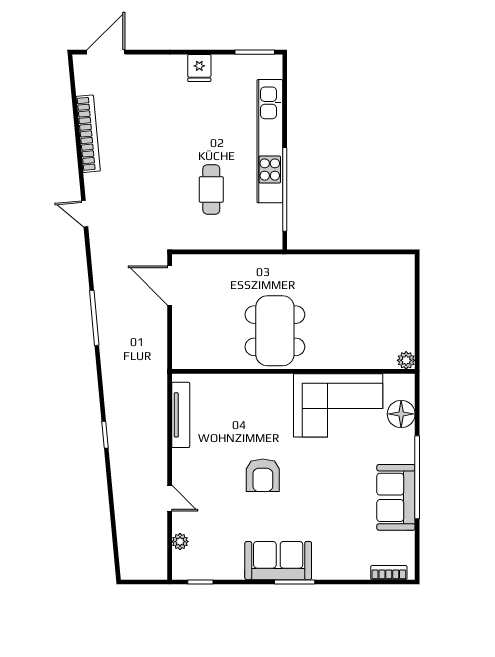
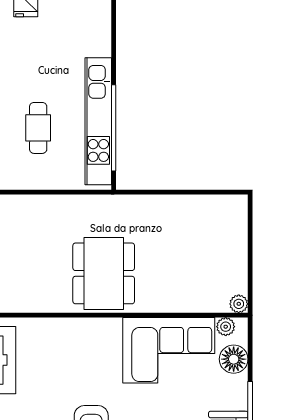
kitchen unit: (270, 141) -> (98, 121), moved
plant: (393, 382) -> (226, 327), added

